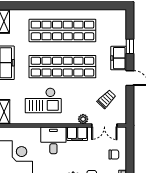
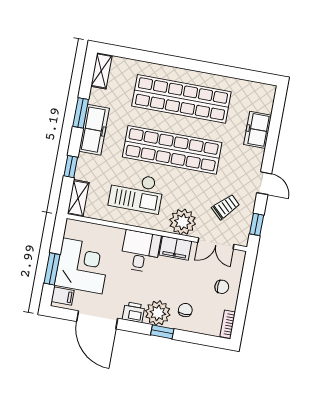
window: (130, 46) -> (257, 224), moved
freezer: (119, 58) -> (258, 130), moved
plant: (83, 119) -> (183, 222), width x1.88, depth x1.88

